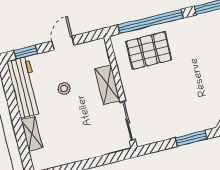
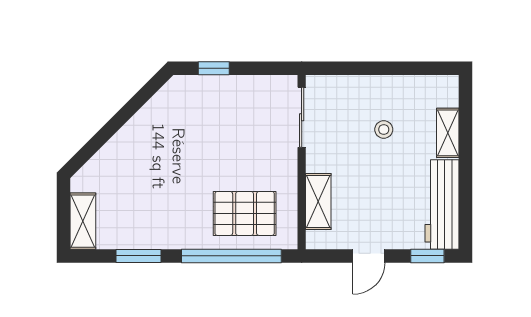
shelving: (107, 85) -> (318, 201), moved
stool: (64, 89) -> (384, 130), moved
window: (191, 138) -> (214, 68), width x0.67

